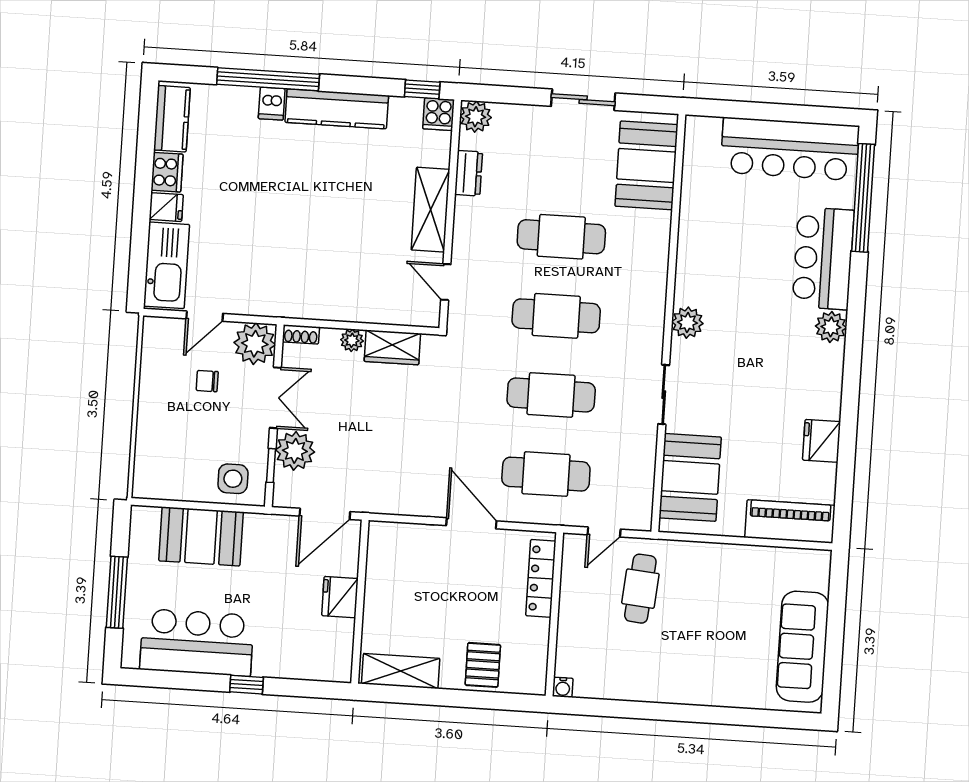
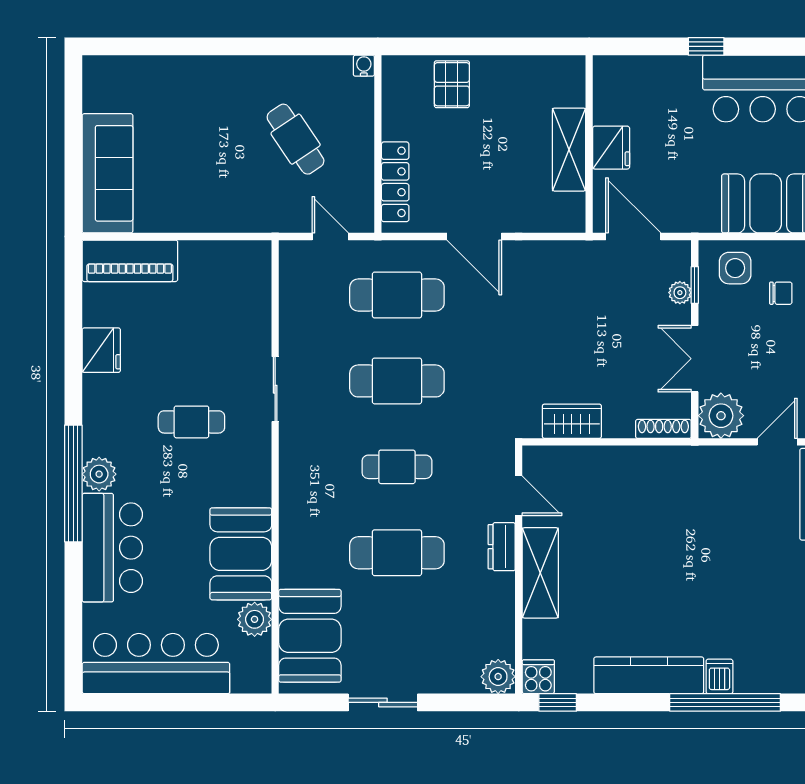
dresser: (469, 173) -> (502, 547), moved
window: (863, 198) -> (73, 483), moved
cafe table: (556, 316) -> (397, 467), width x0.73, depth x0.74
plant: (687, 323) -> (255, 619), moved
shoe rack: (301, 334) -> (663, 429), width x1.43
plant: (352, 340) -> (616, 426), removed
cafe table: (743, 369) -> (191, 422), added
chair: (207, 381) -> (781, 293), moved
plant: (295, 451) -> (680, 293), width x0.53, depth x0.53
booth: (690, 477) -> (241, 554), moved
door: (325, 514) -> (633, 236), hinge flipped
door: (604, 532) -> (330, 236), hinge flipped
cafe table: (640, 589) -> (296, 139), moved, turned -39
sofa: (802, 647) -> (107, 173), moved
shelving: (401, 671) -> (569, 150), moved, turned 90

